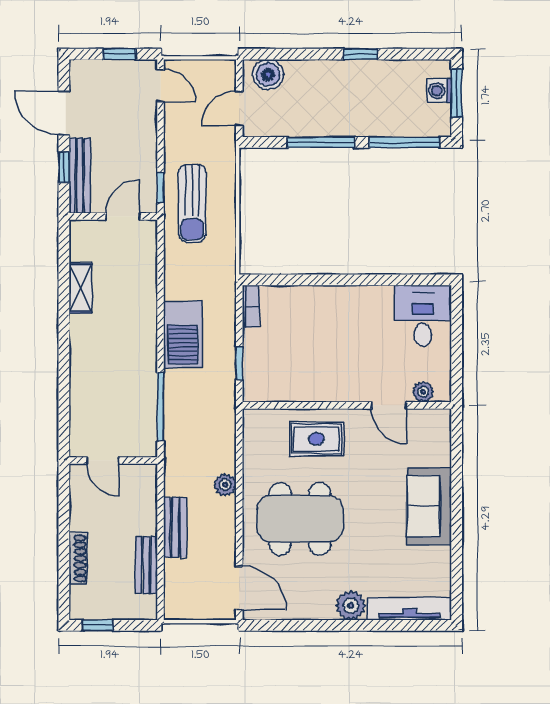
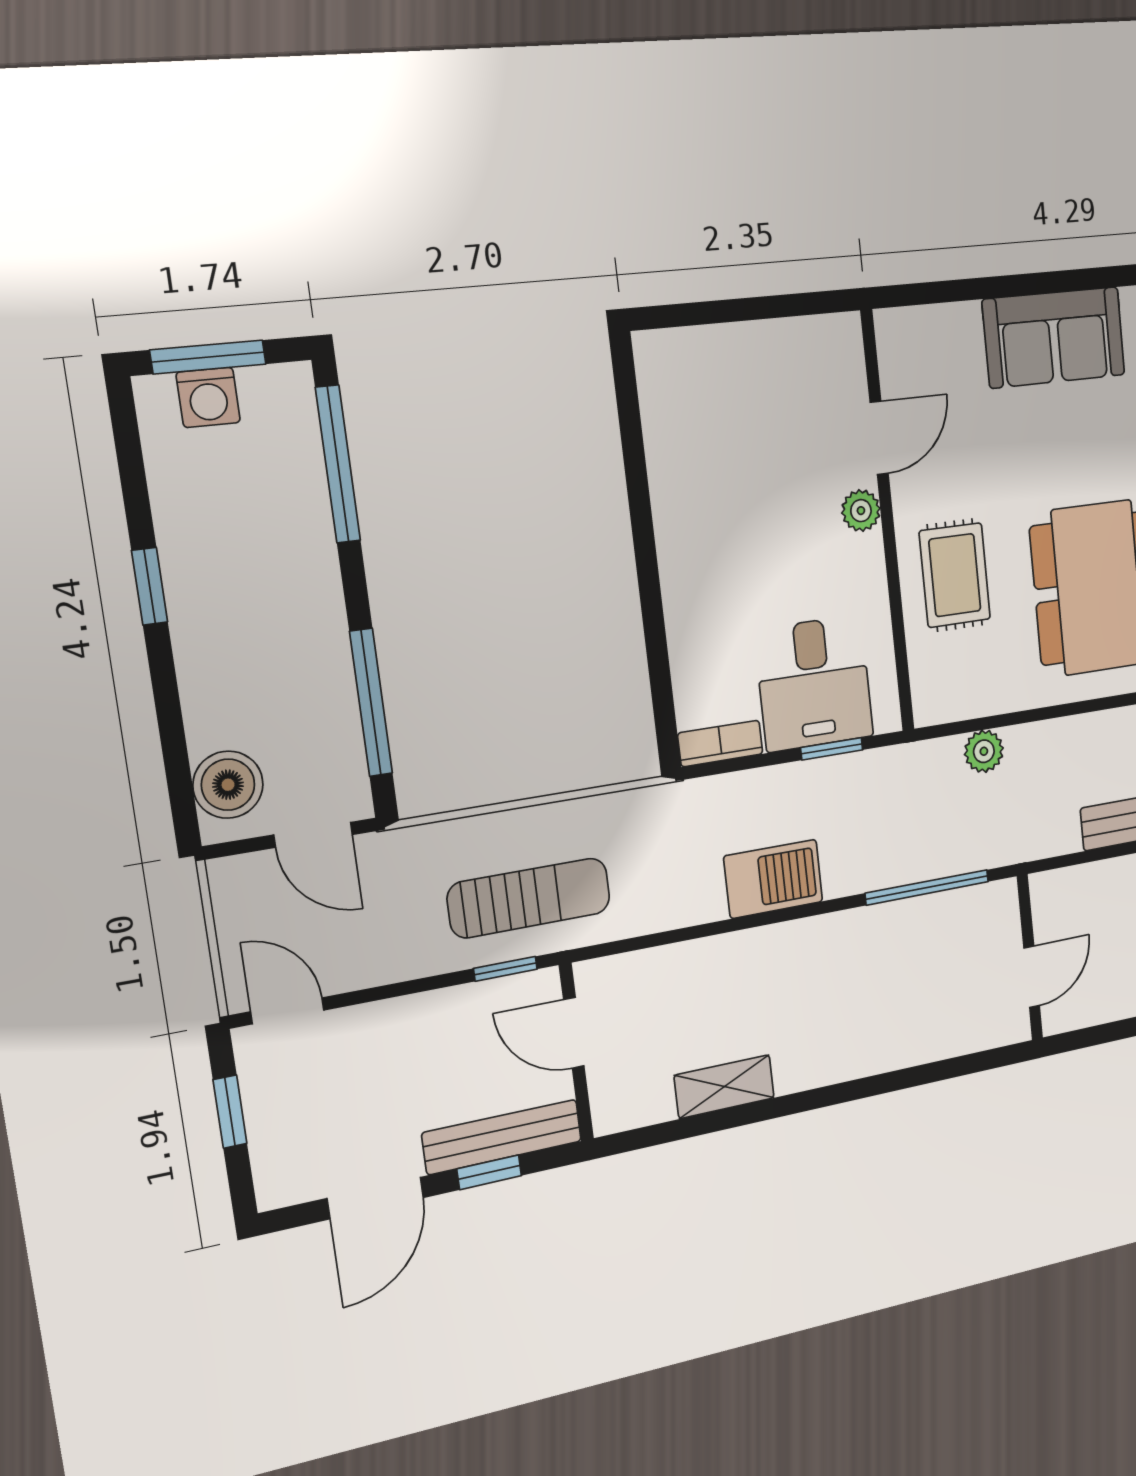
door: (160, 86) -> (287, 1011), hinge flipped
window: (321, 142) -> (371, 703), moved
desk: (423, 316) -> (814, 683), moved, turned -90
barbecue: (183, 335) -> (773, 879), width x0.73, depth x0.83
plant: (423, 392) -> (861, 511), moved
plant: (225, 485) -> (984, 751), moved

